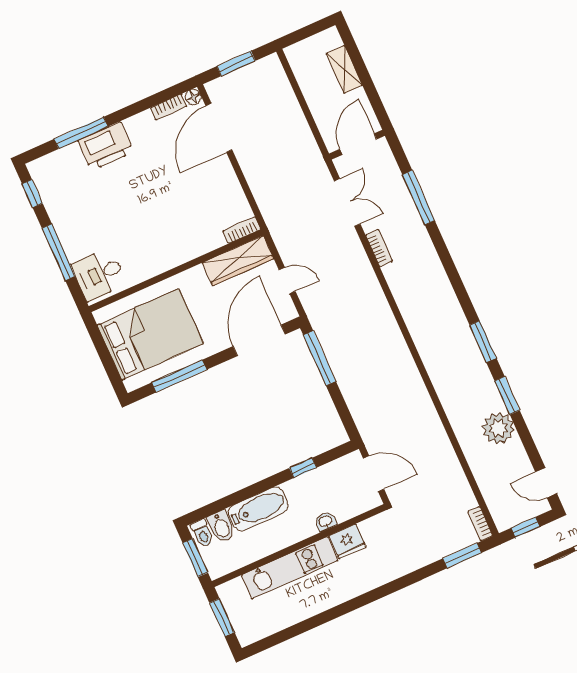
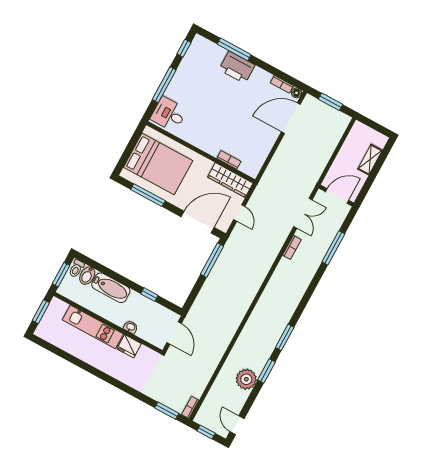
bookcase: (242, 230) -> (229, 160), moved

